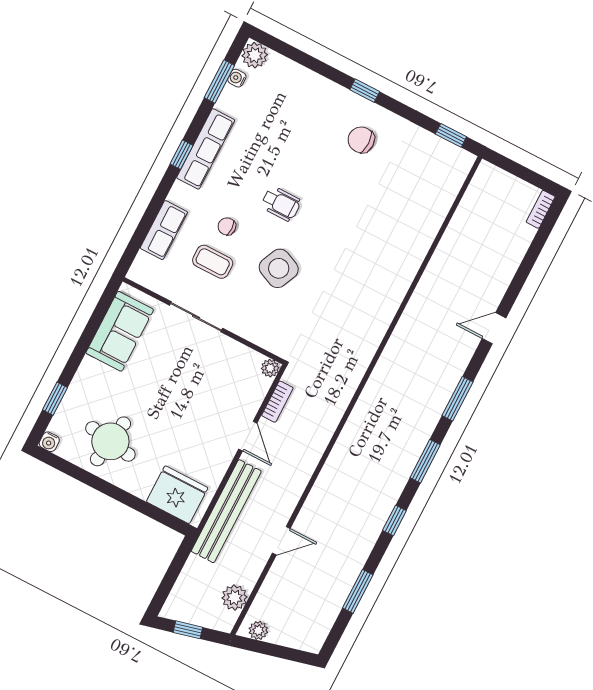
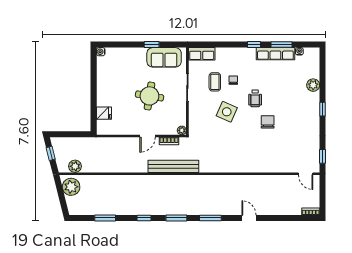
plant: (255, 55) -> (313, 85), moved
window: (219, 82) -> (281, 45), moved
chair: (361, 140) -> (268, 122), moved
row of seats: (206, 149) -> (275, 54), moved
row of seats: (164, 230) -> (202, 54), moved
window: (55, 399) -> (152, 45), moved
round table: (110, 441) -> (149, 96), moved
fridge: (177, 495) -> (104, 113), width x0.53, depth x0.75
bench: (226, 511) -> (173, 166), moved
door: (281, 541) -> (306, 174), moved
plant: (258, 630) -> (71, 187), width x1.88, depth x1.88

